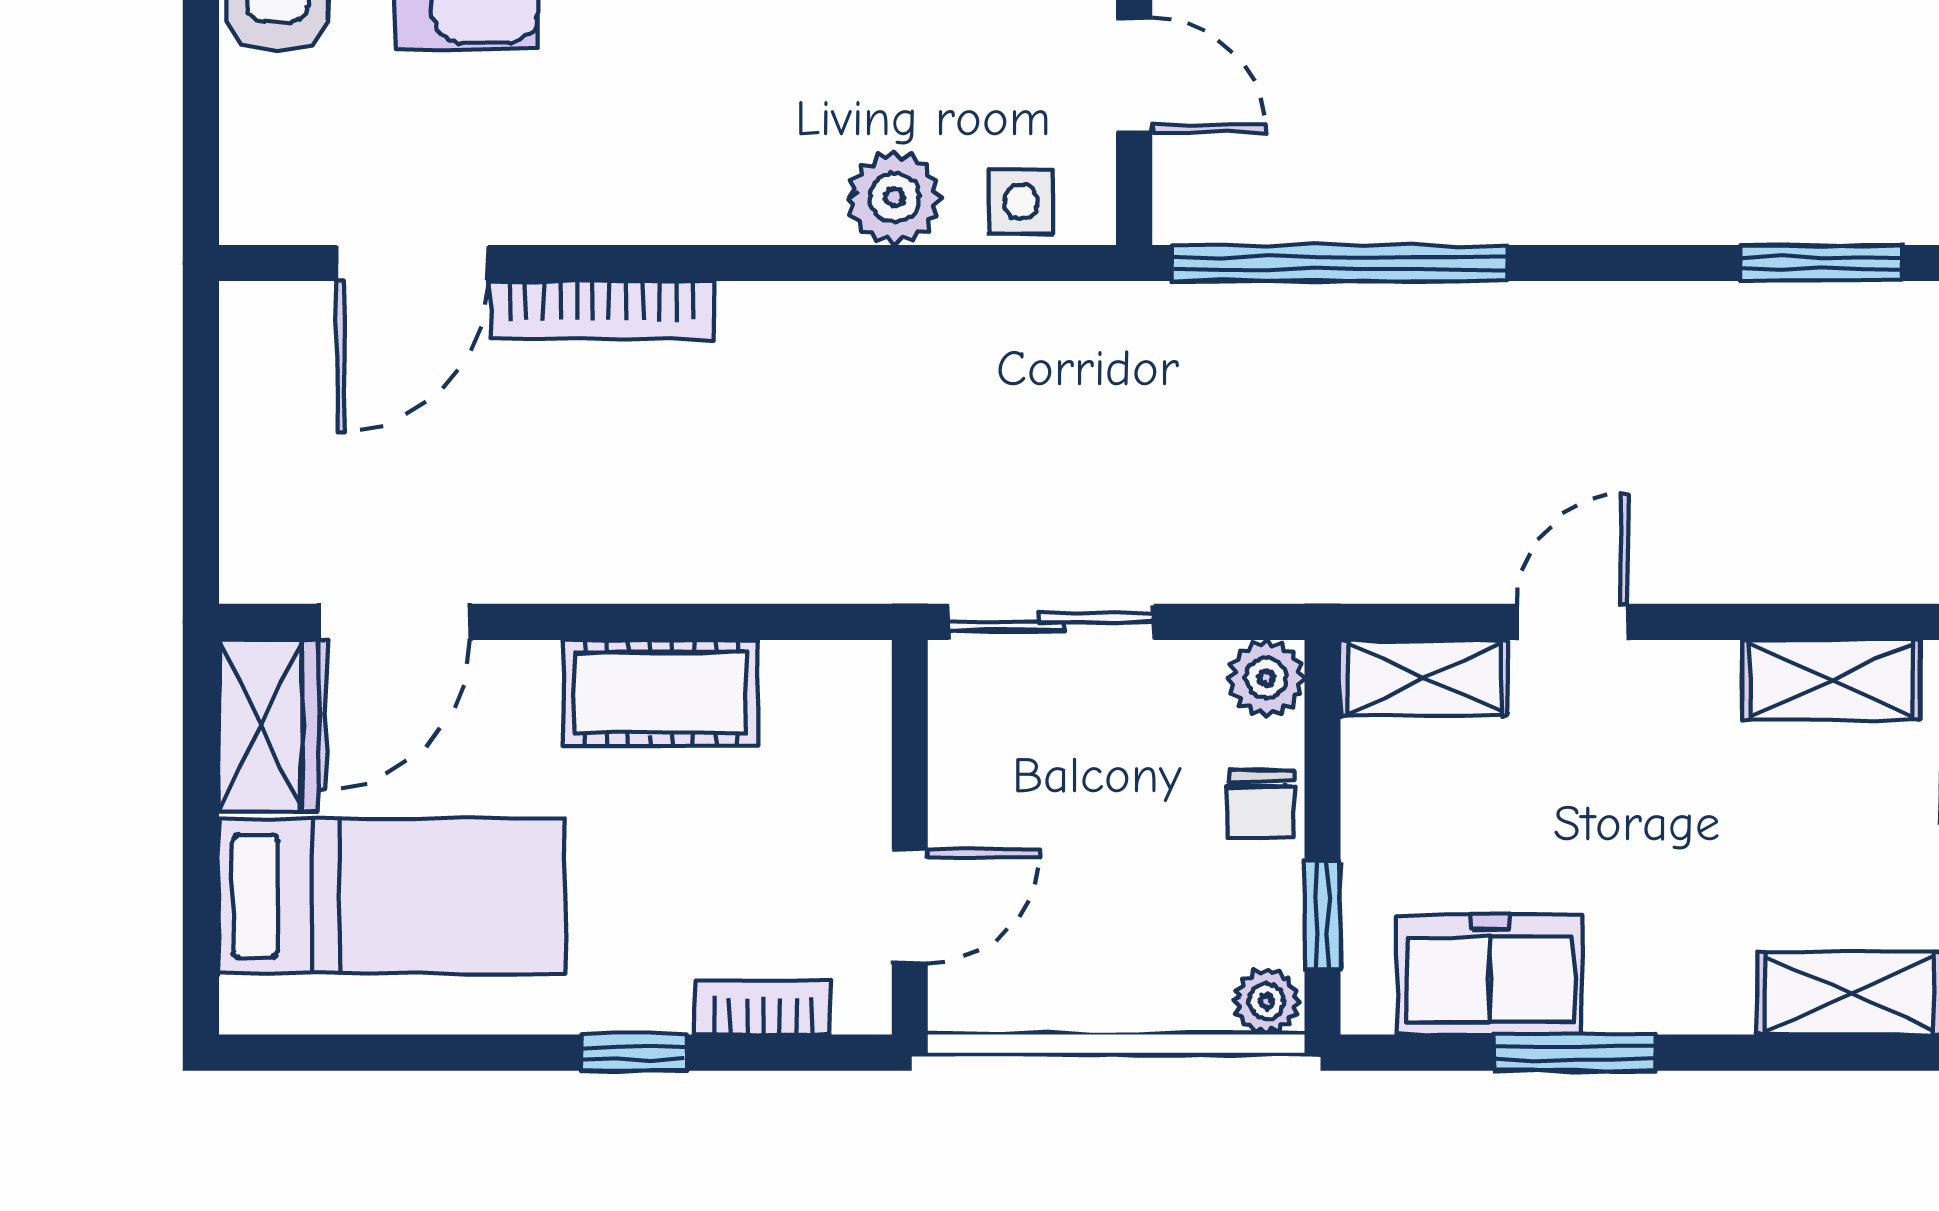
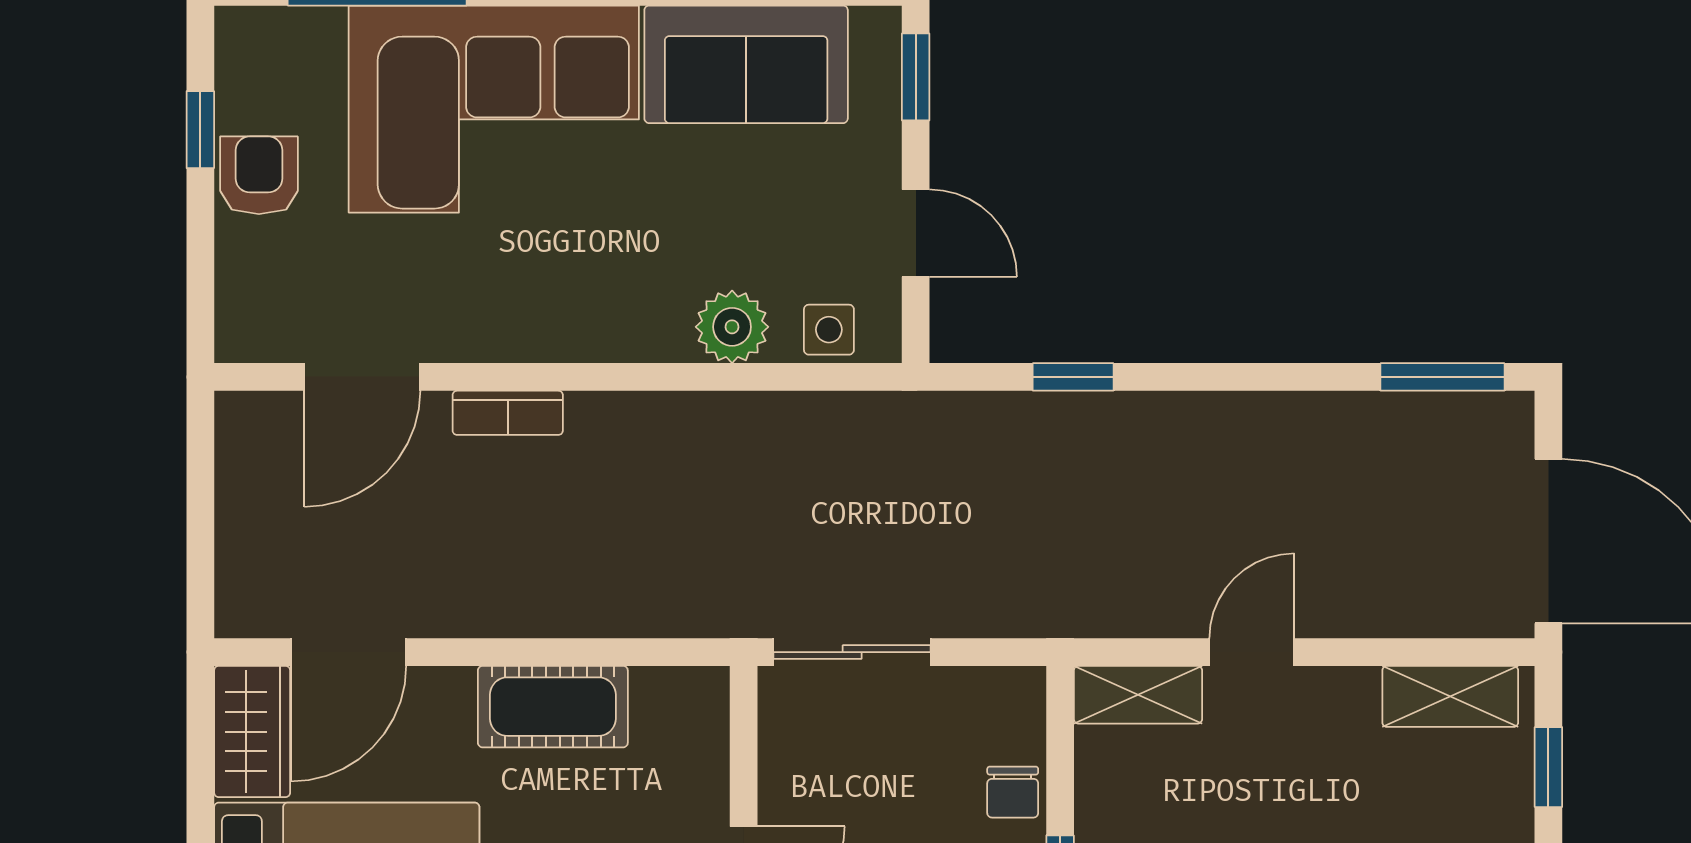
window: (1340, 263) -> (1073, 377), width x0.32
bookcase: (602, 310) -> (508, 413), width x0.64
plant: (1266, 678) -> (1017, 695), removed

